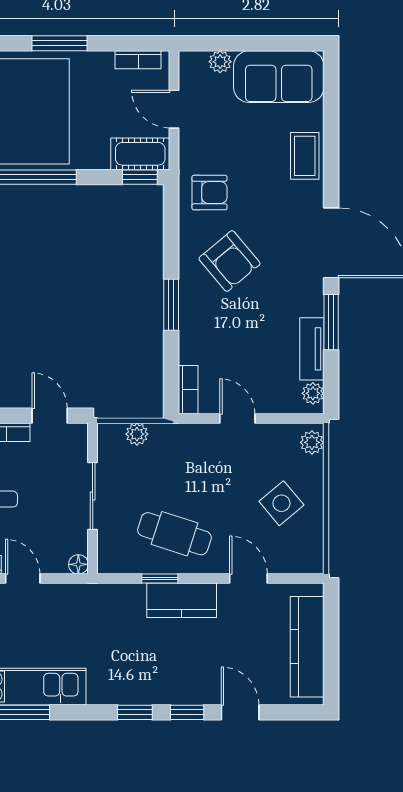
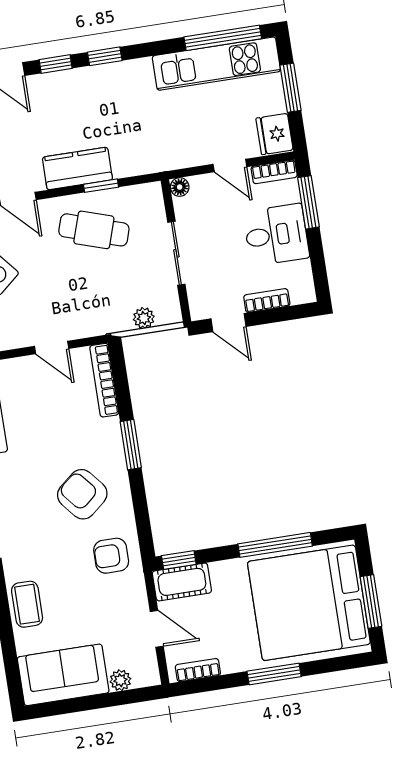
bookcase: (188, 390) -> (104, 380), width x1.56

